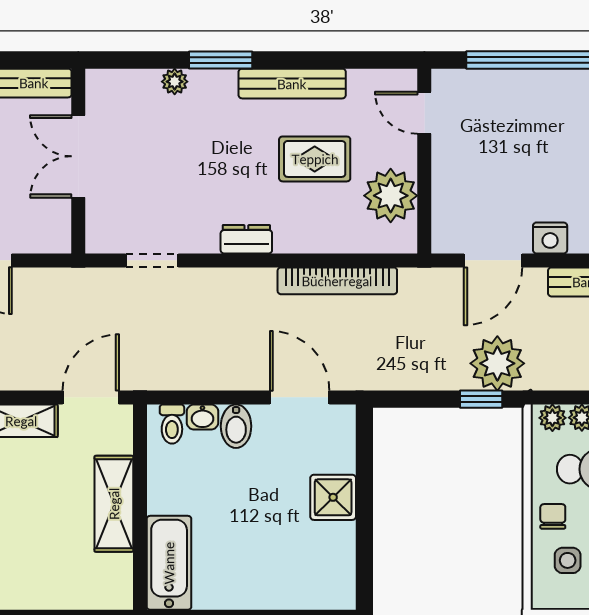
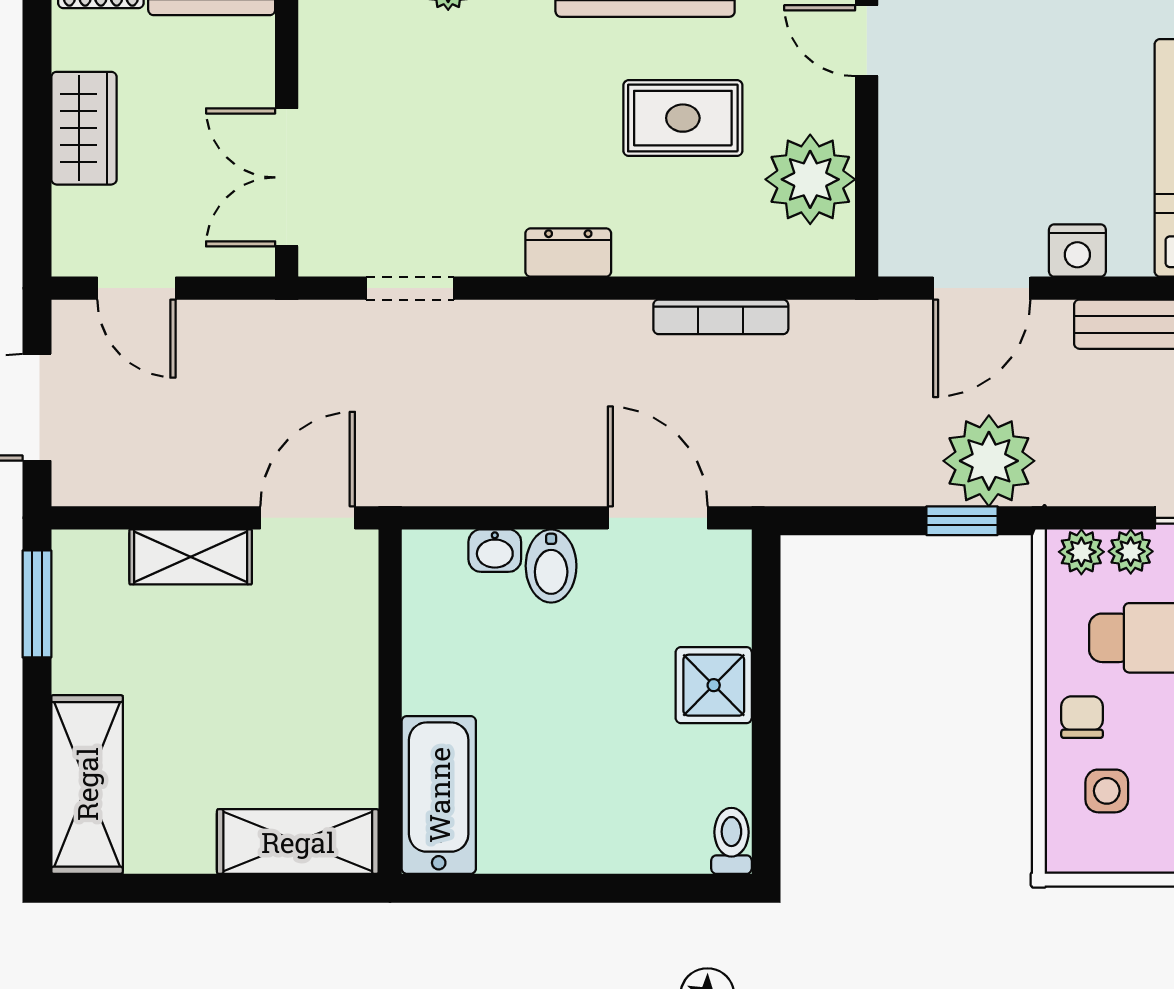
double door: (78, 156) -> (287, 177), moved
bookcase: (337, 281) -> (721, 317), width x0.68, depth x0.76
toilet: (172, 424) -> (731, 841), moved, turned 180
shelving: (114, 504) -> (298, 842), moved, turned 90

